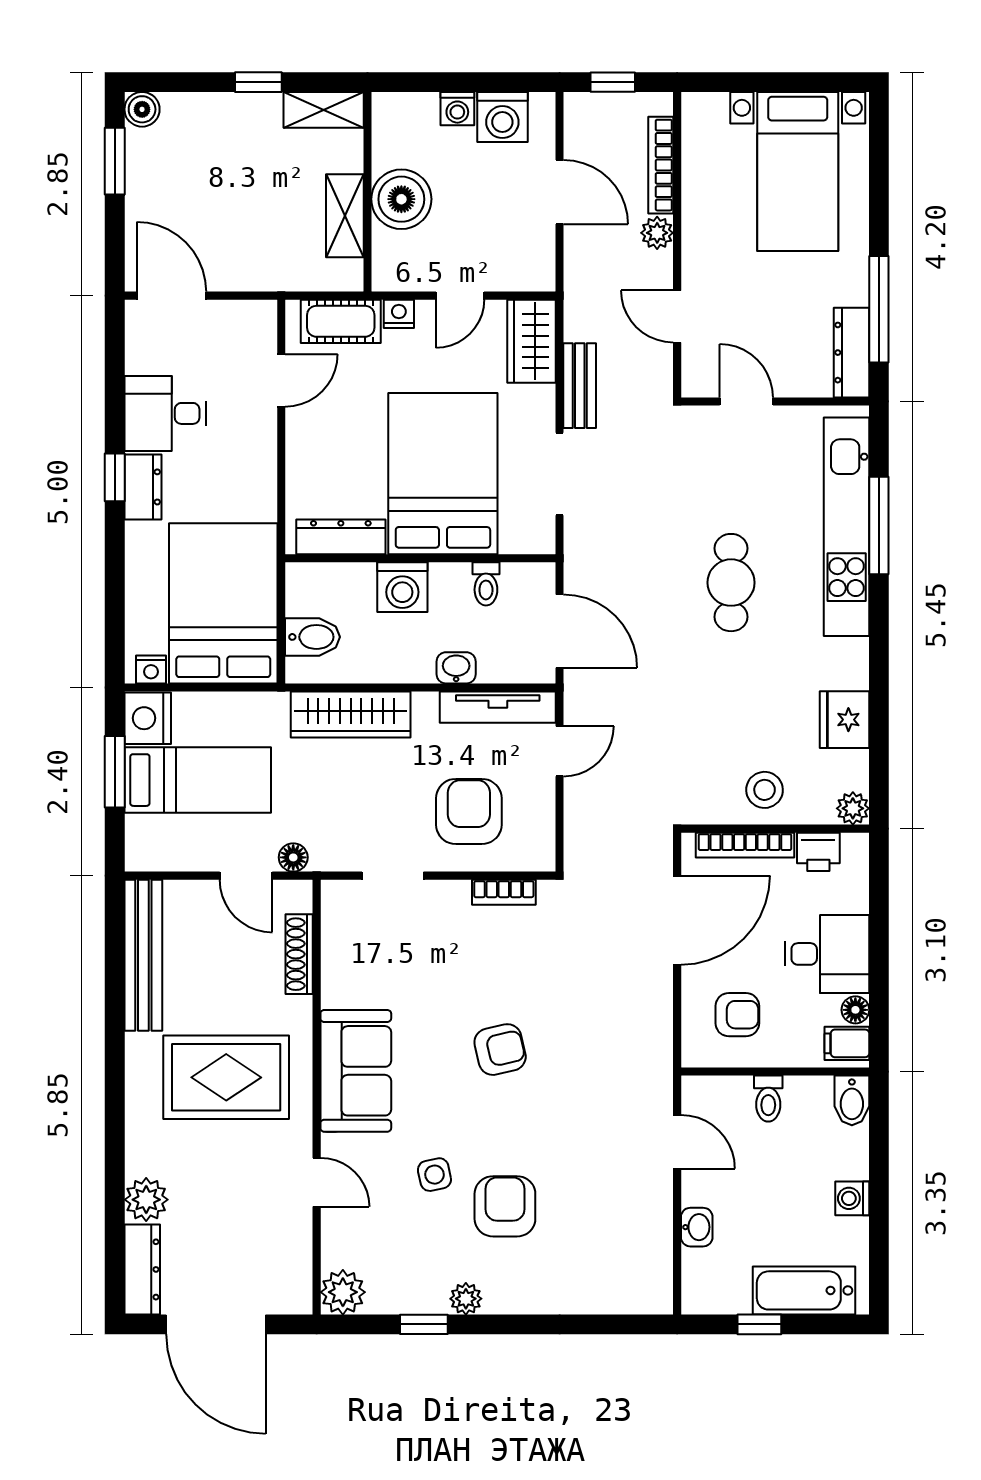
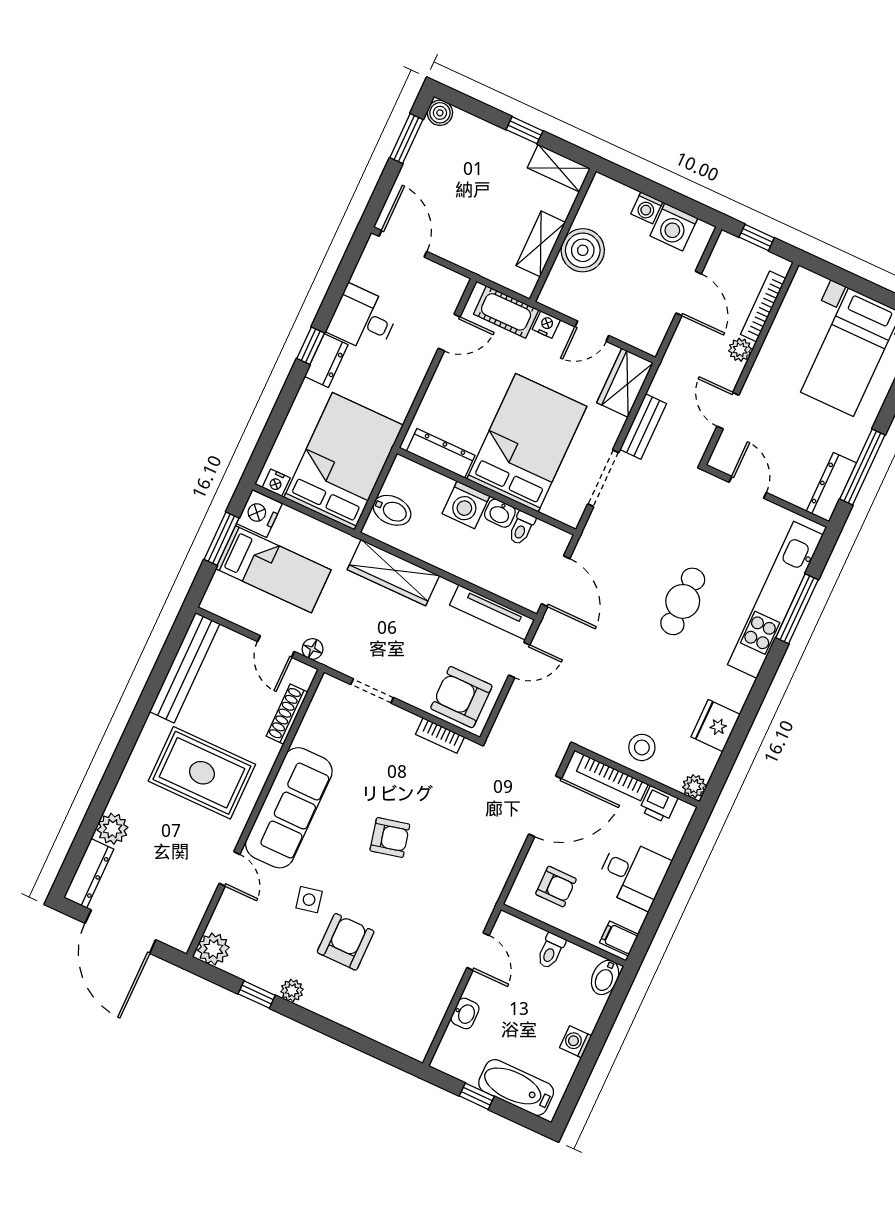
washbasin: (456, 668) -> (500, 513), moved, turned 180
armchair: (469, 811) -> (461, 697), moved, turned -90
floor lamp: (855, 1010) -> (635, 919), removed
sofa: (356, 1071) -> (289, 808), width x1.36

